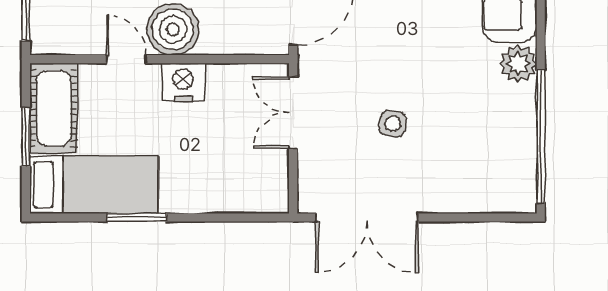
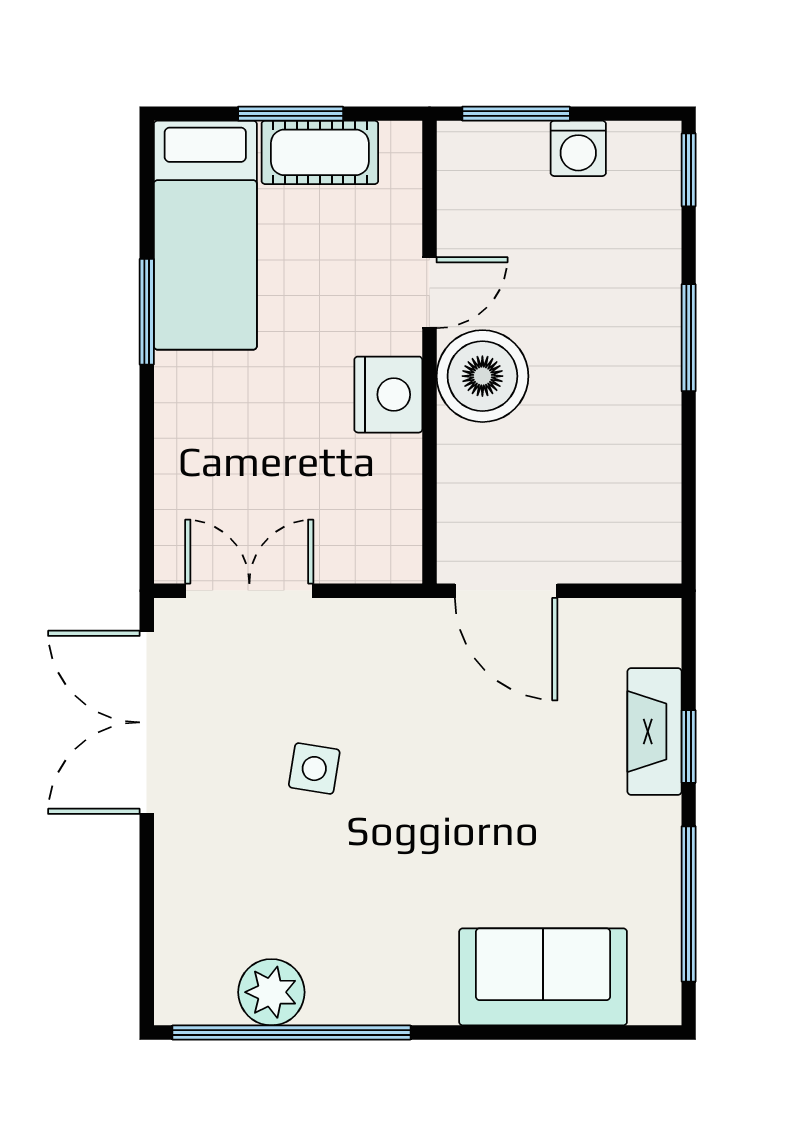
plant: (518, 64) -> (271, 992), moved
cot: (54, 108) -> (320, 152), width x0.73, depth x0.75
double door: (293, 113) -> (249, 591), moved

